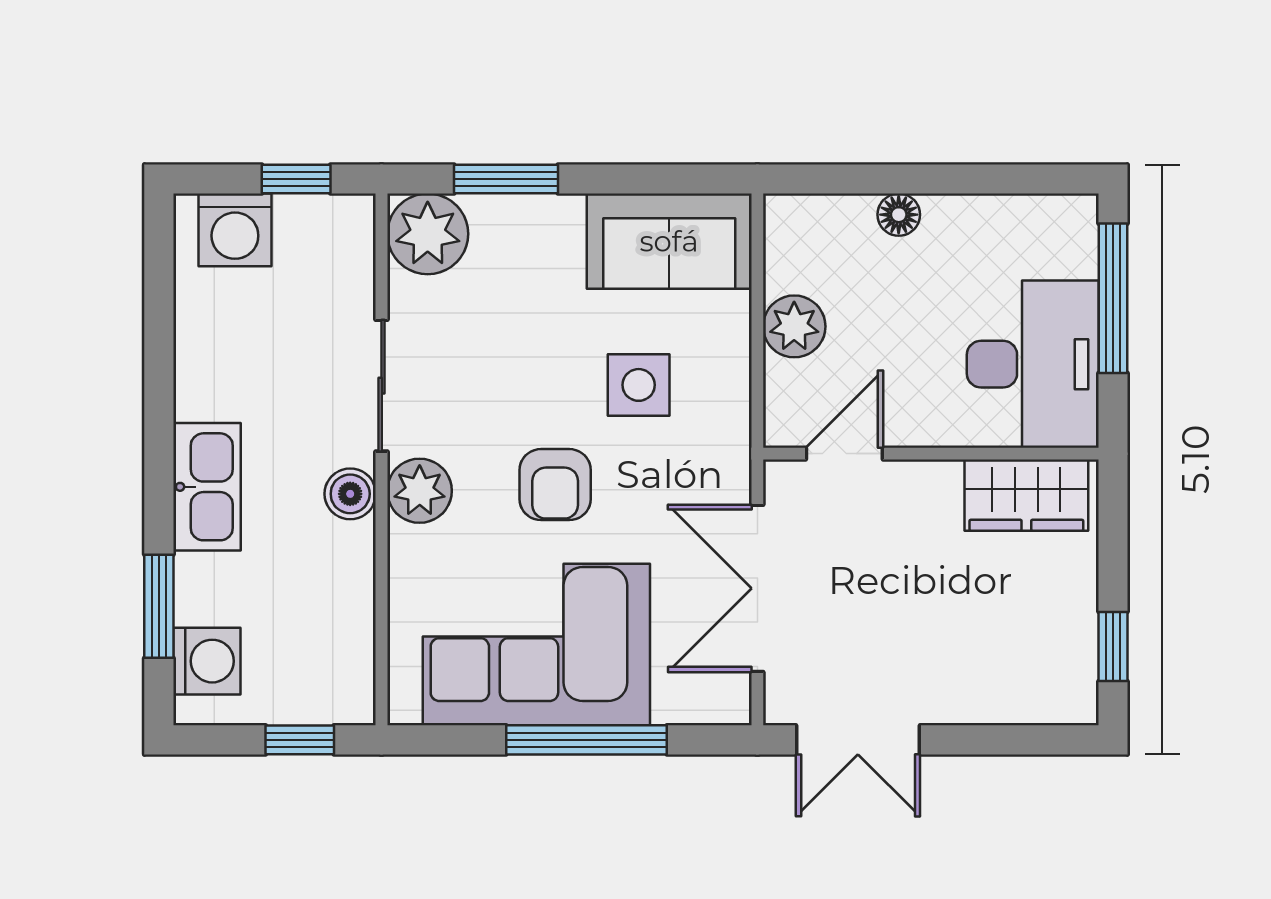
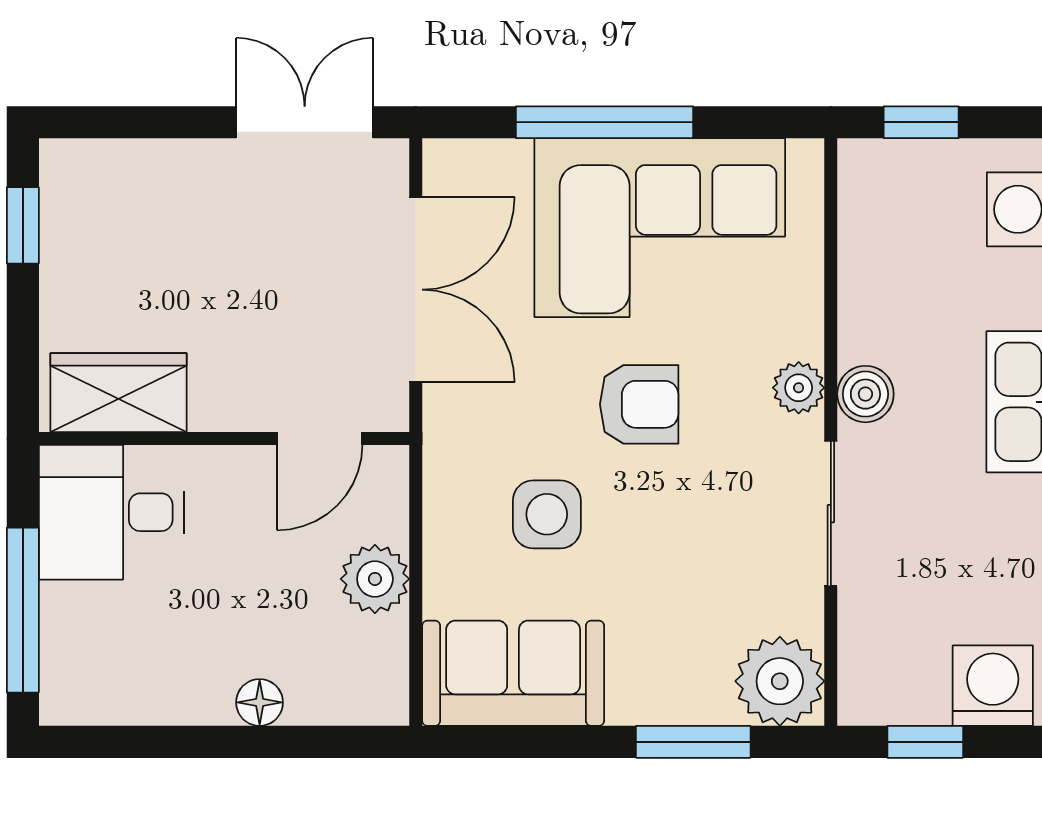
desk: (1033, 364) -> (111, 512), width x0.73
armchair: (555, 485) -> (639, 404), turned 90
plant: (420, 491) -> (799, 388), width x0.73, depth x0.73

